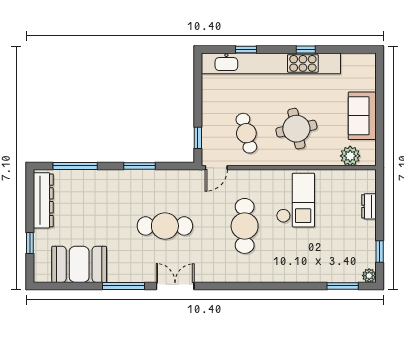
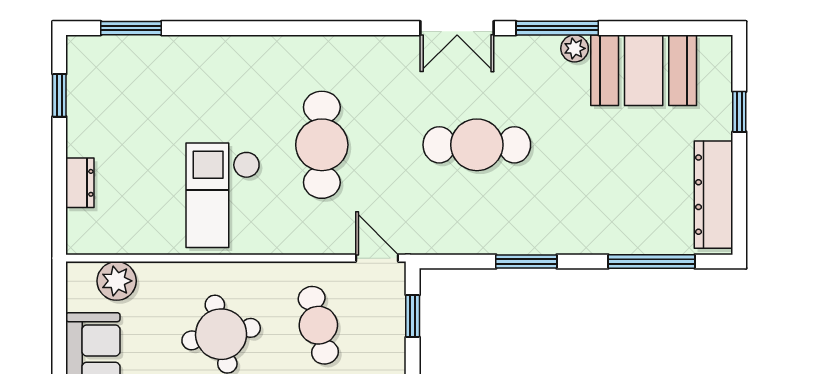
door: (216, 168) -> (377, 258), hinge flipped
plant: (369, 276) -> (575, 48), moved

